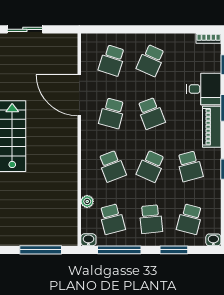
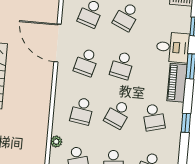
school desk: (151, 113) -> (122, 65), turned 33
school desk: (112, 166) -> (82, 111), turned 30

